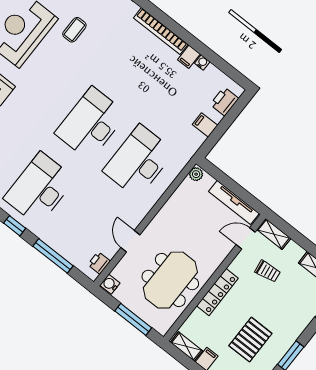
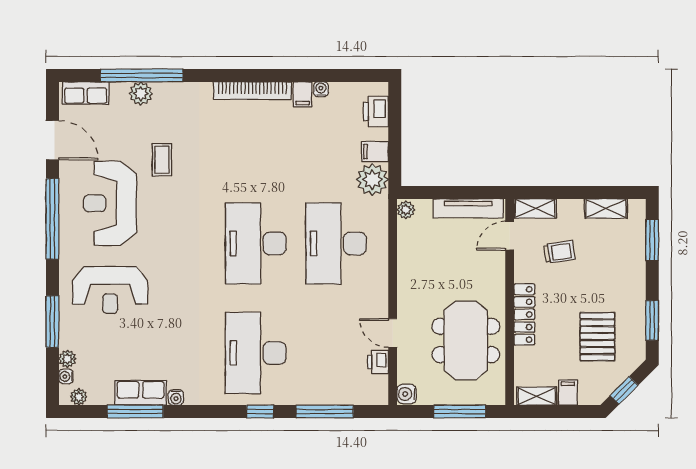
plant: (190, 140) -> (372, 180), added
printer: (99, 263) -> (378, 362), moved

